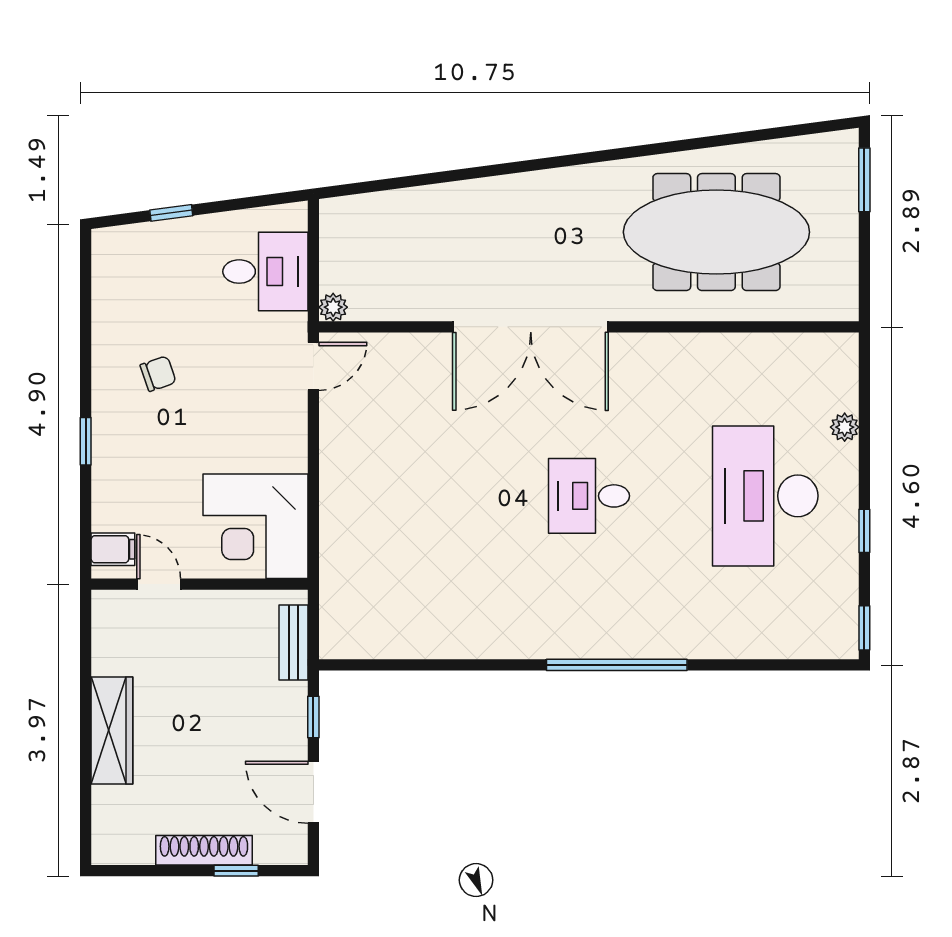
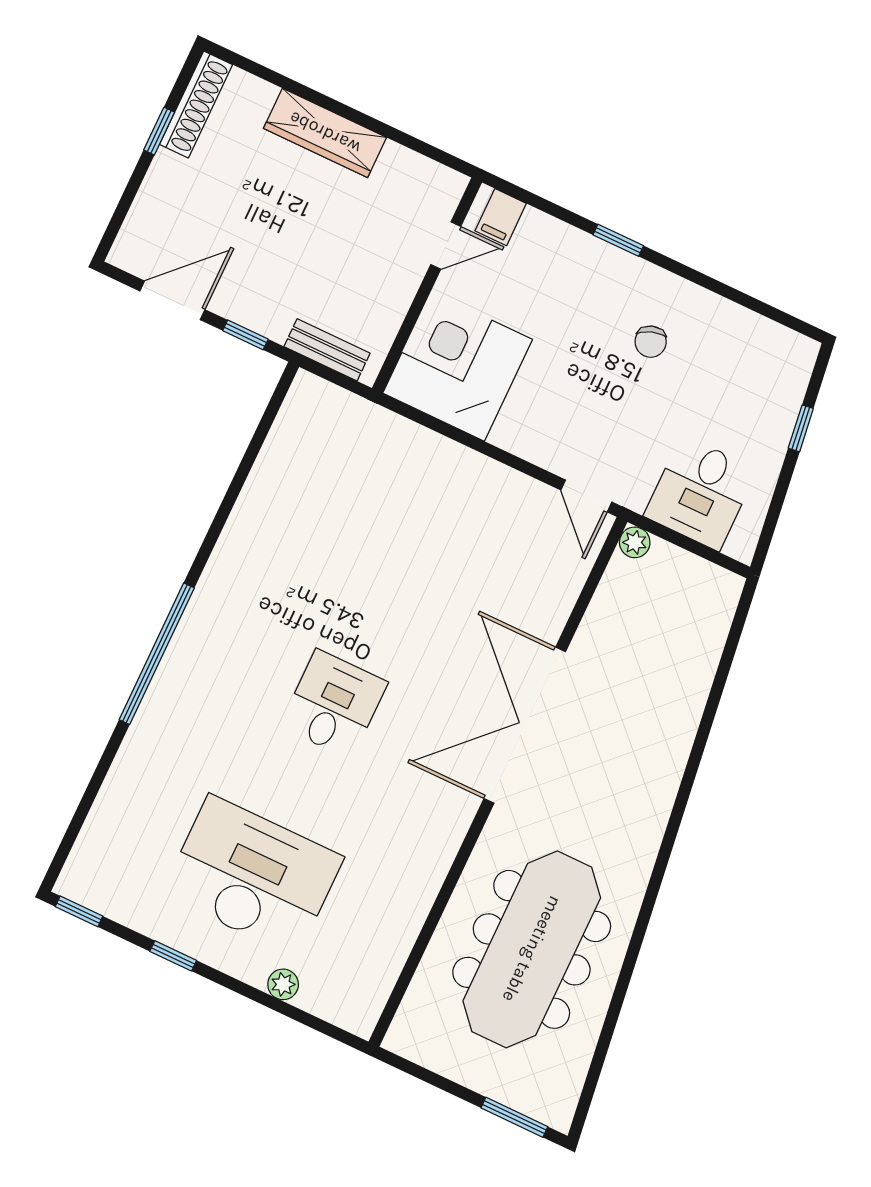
shoe rack: (204, 850) -> (196, 104), moved
window: (236, 871) -> (159, 131), moved

